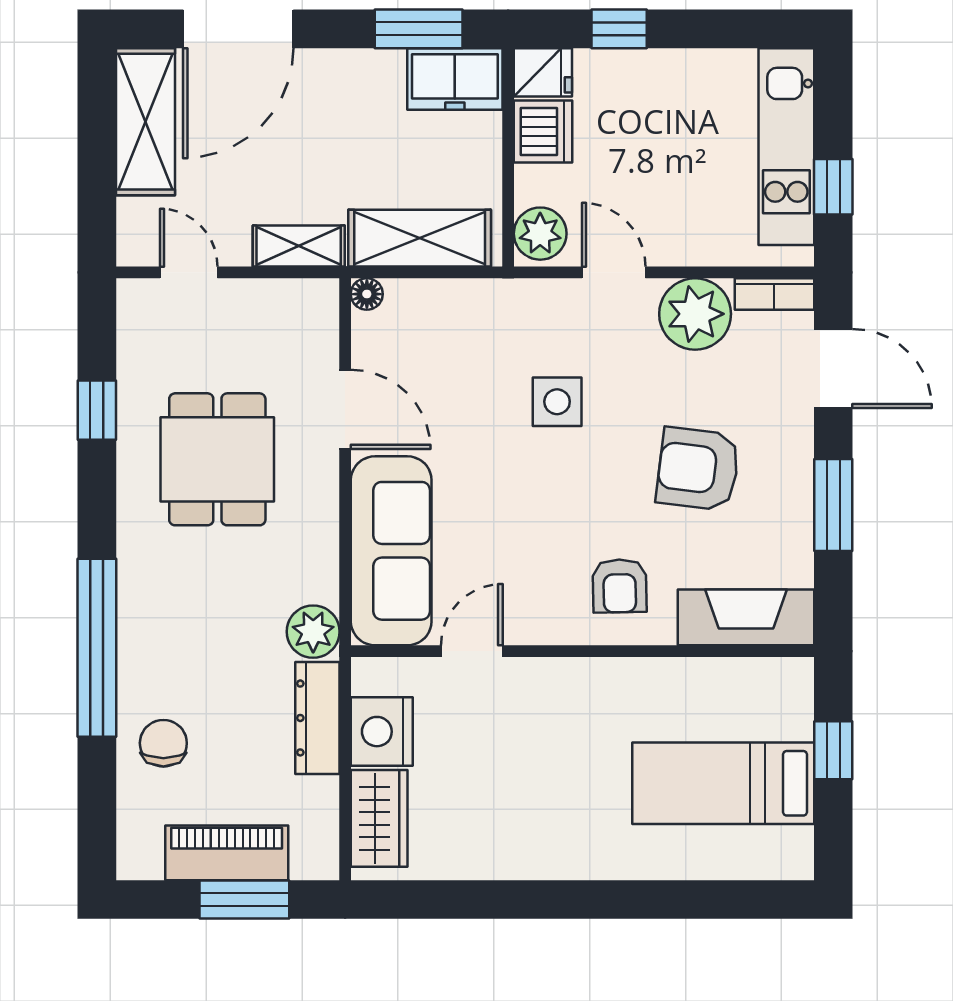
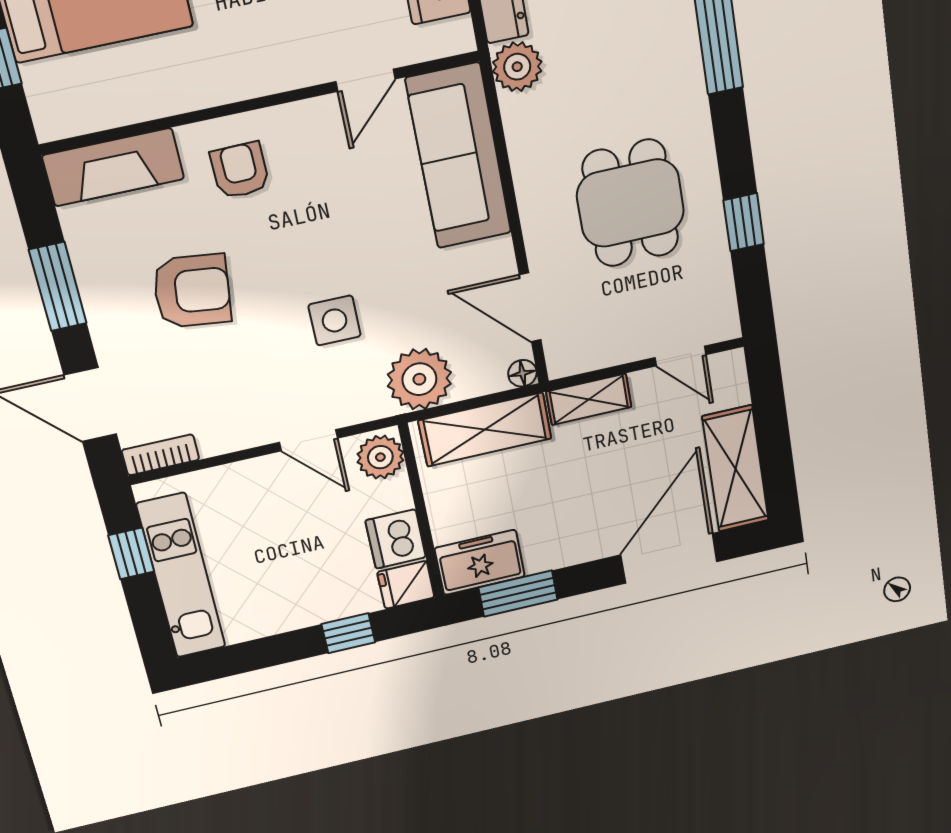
plant: (695, 314) -> (419, 379), moved
door: (345, 409) -> (530, 307), moved

